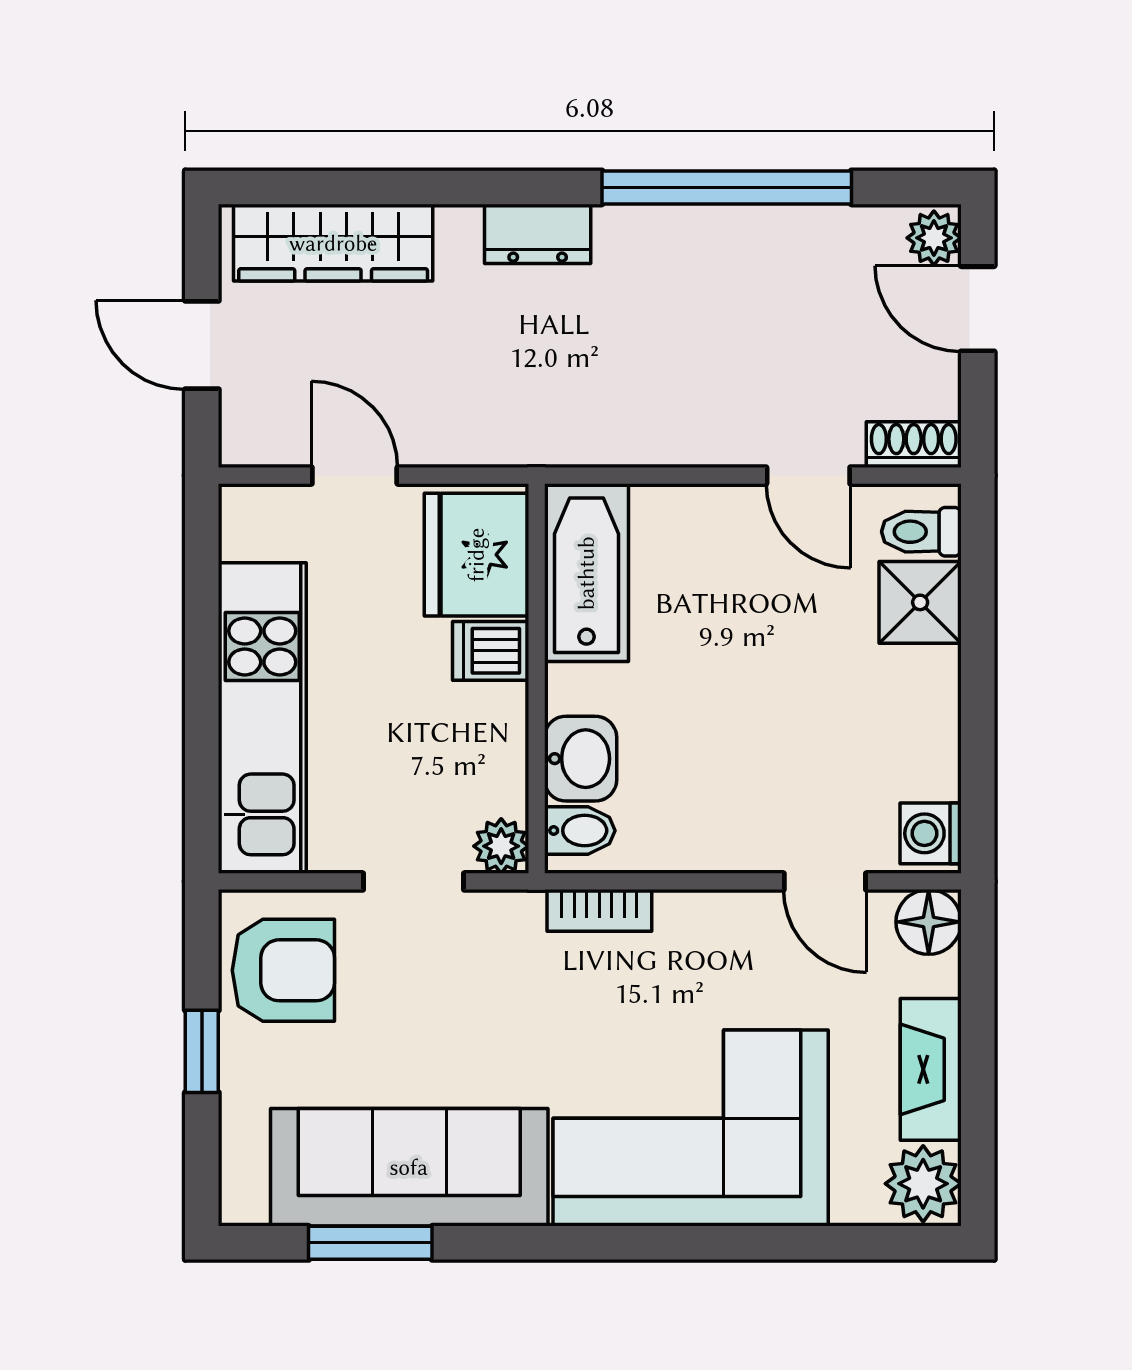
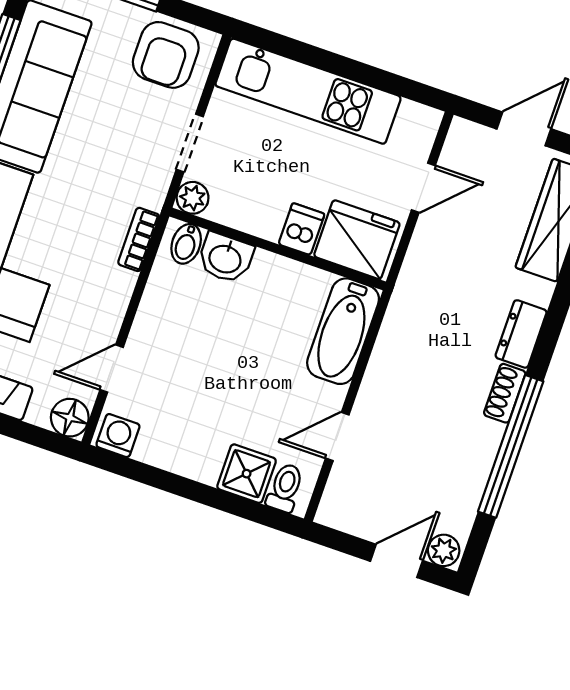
shoe rack: (914, 445) -> (505, 393), moved, turned 180
bathtub: (586, 573) -> (343, 331), moved, turned 90

